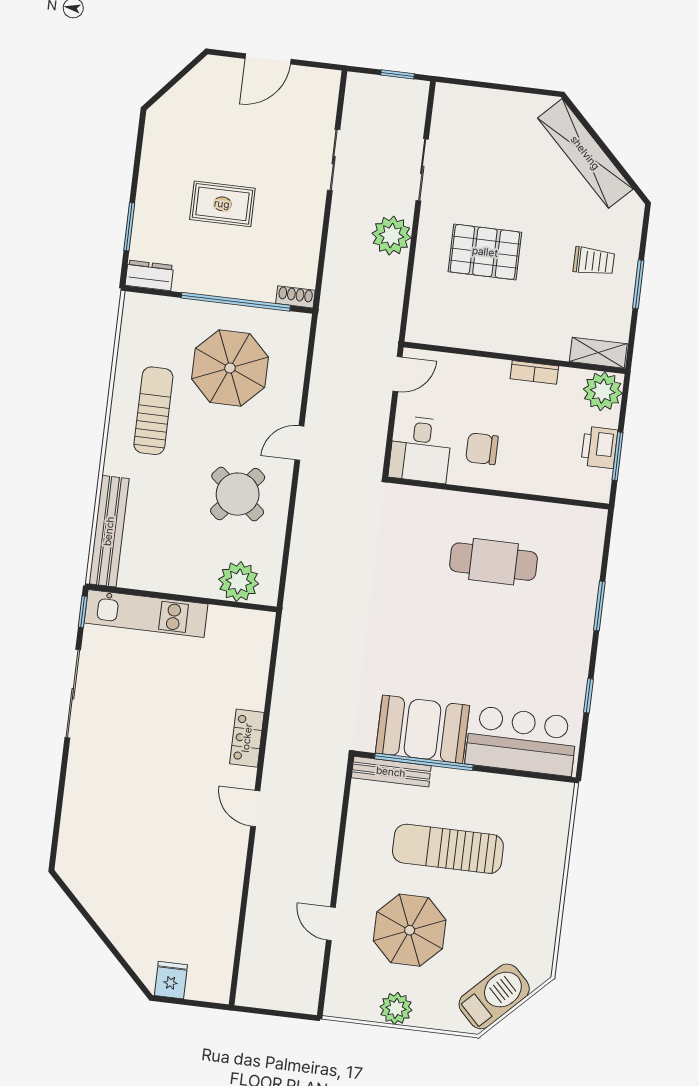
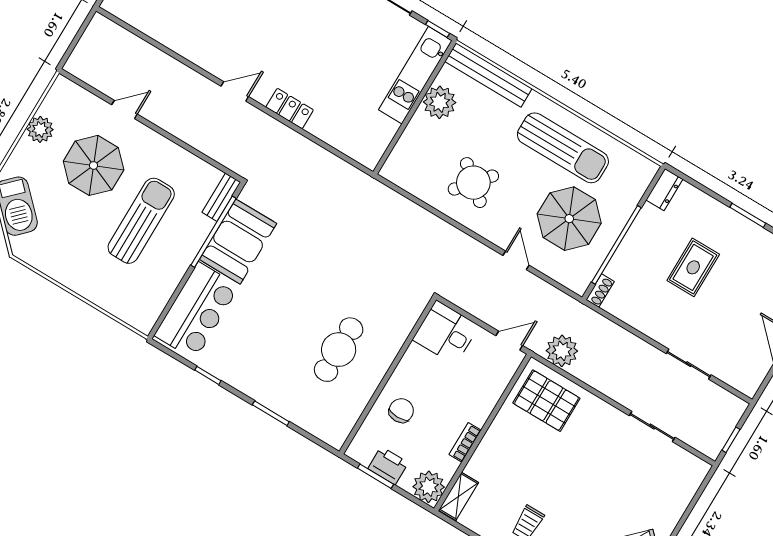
window: (129, 227) -> (748, 215), moved
plant: (391, 236) -> (562, 351), moved
pallet: (485, 252) -> (546, 401), moved, turned 90
door: (397, 374) -> (509, 341), swing flipped
sun lounger: (153, 411) -> (563, 148), width x1.36, depth x1.34
door: (299, 443) -> (516, 260), moved
chair: (482, 449) -> (401, 411), moved
plant: (239, 582) -> (440, 102), moved
bench: (391, 772) -> (221, 197), width x0.73

